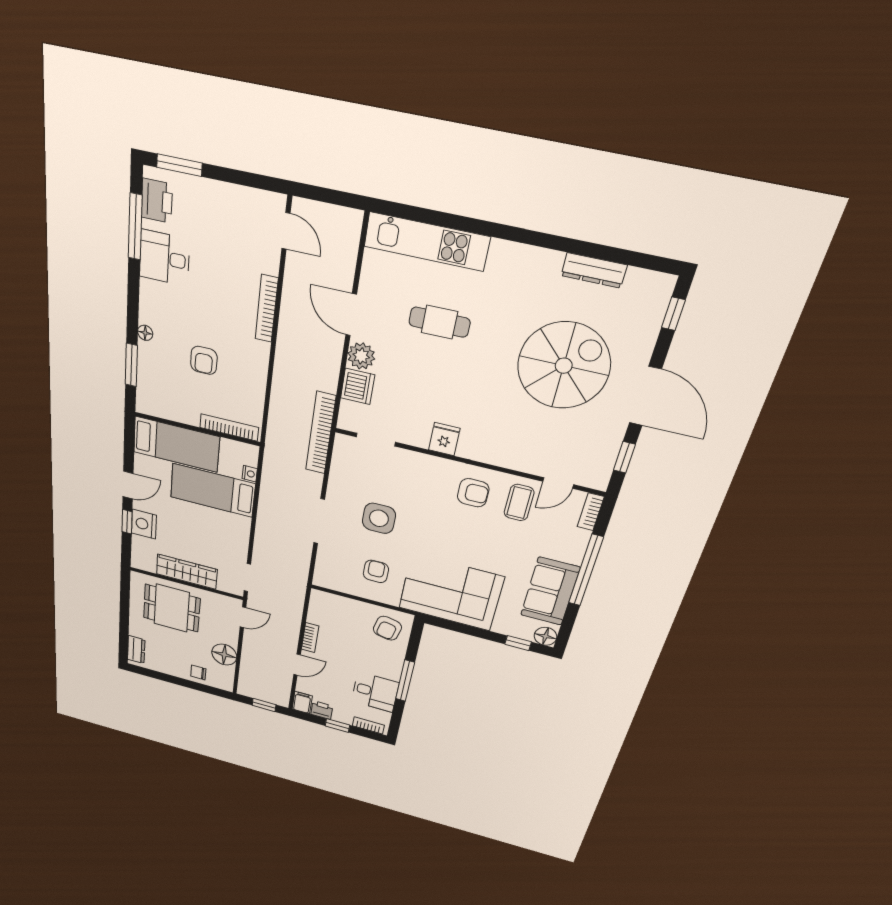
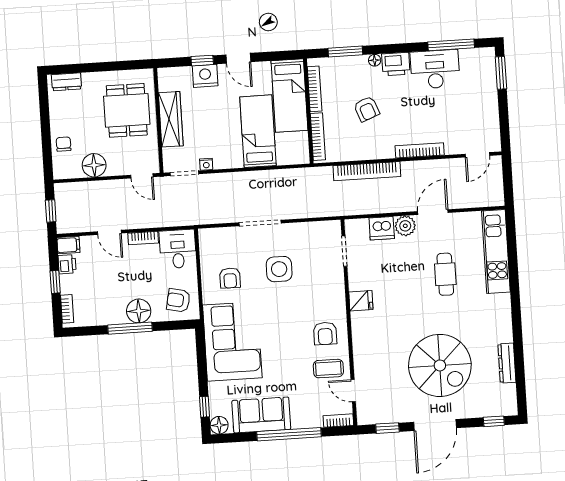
printer: (157, 201) -> (396, 64), moved
desk: (164, 258) -> (435, 69), width x1.37
armchair: (204, 360) -> (367, 109), turned -111
bookcase: (172, 414) -> (315, 89), added
bookcase: (321, 433) -> (367, 171), moved, turned 180
nightstand: (250, 474) -> (206, 164), moved
armchair: (376, 571) -> (230, 278), turned 90
floor lamp: (389, 667) -> (139, 311), added
desk: (375, 692) -> (178, 249), moved, turned 180

